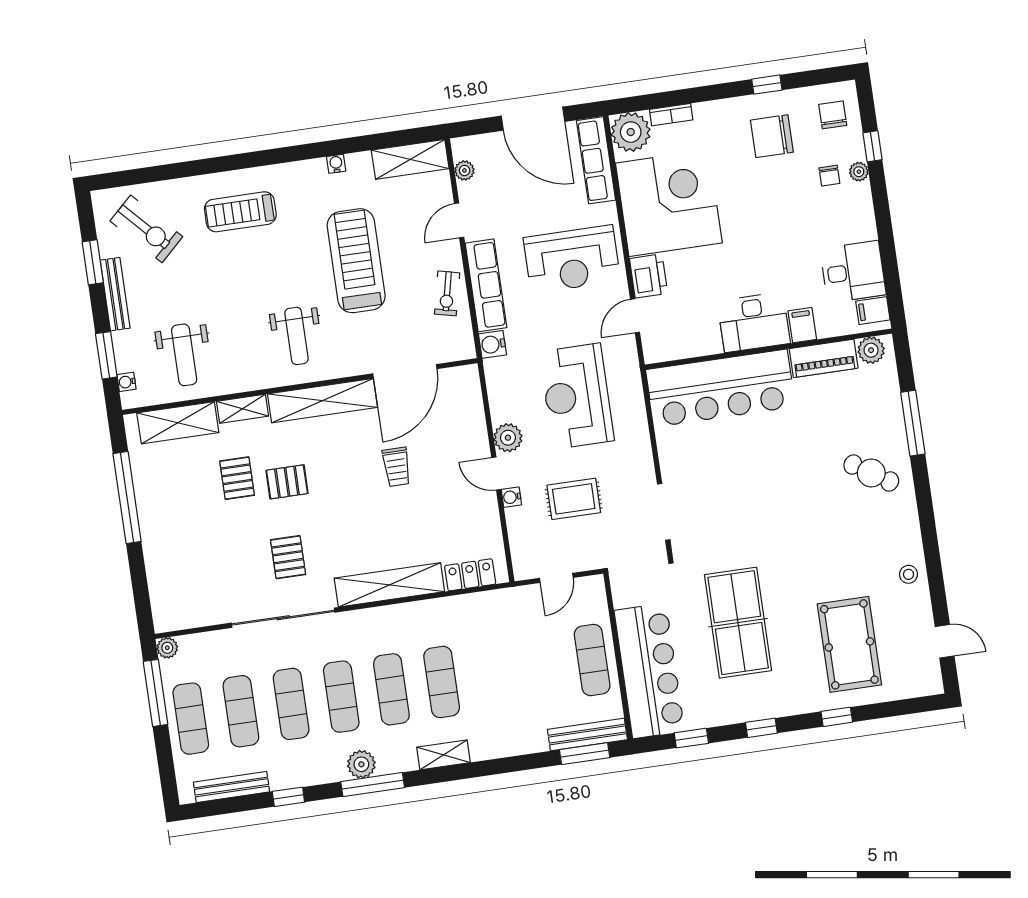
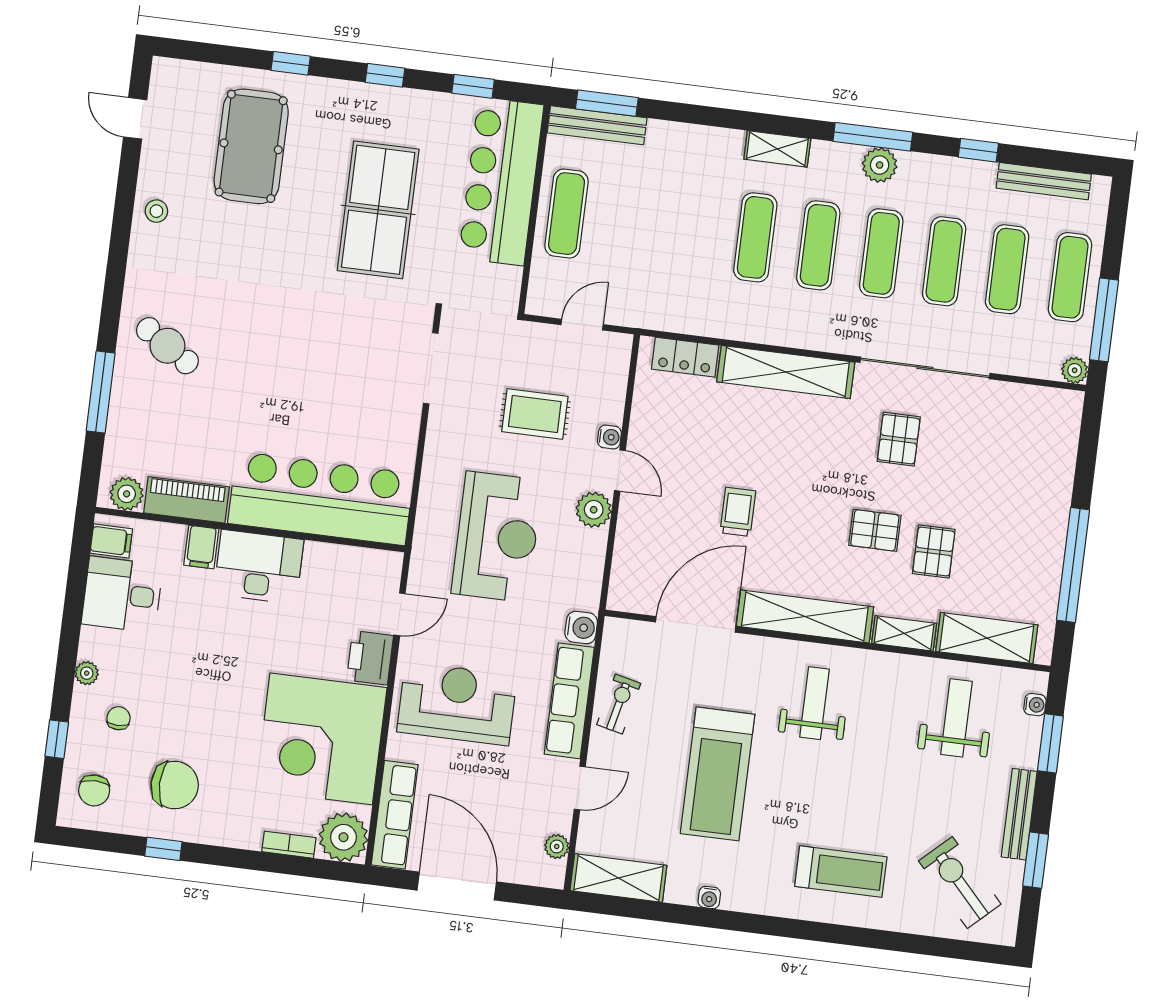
plant: (859, 172) -> (87, 673), moved

